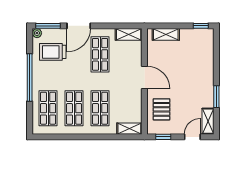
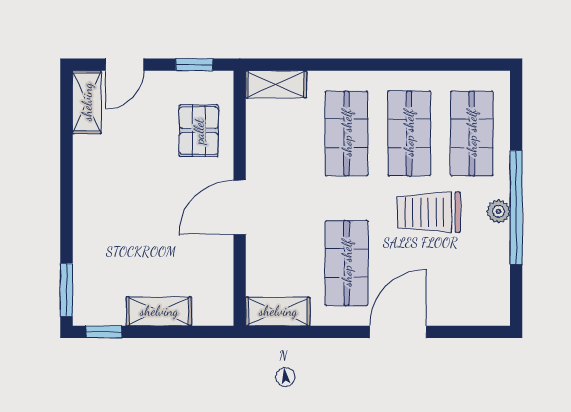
window: (48, 26) -> (472, 332), removed
plant: (37, 33) -> (498, 211), moved
shelving: (166, 34) -> (159, 311), moved
trolley: (53, 52) -> (429, 212), moved, turned 180
door: (144, 78) -> (240, 207), hinge flipped
window: (216, 97) -> (67, 290), moved

